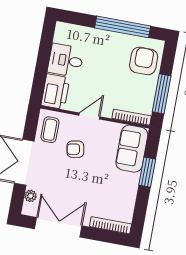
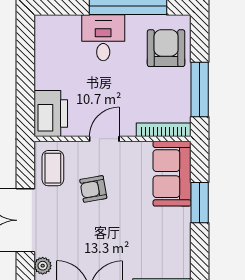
desk: (66, 60) -> (103, 38), moved, turned 90

